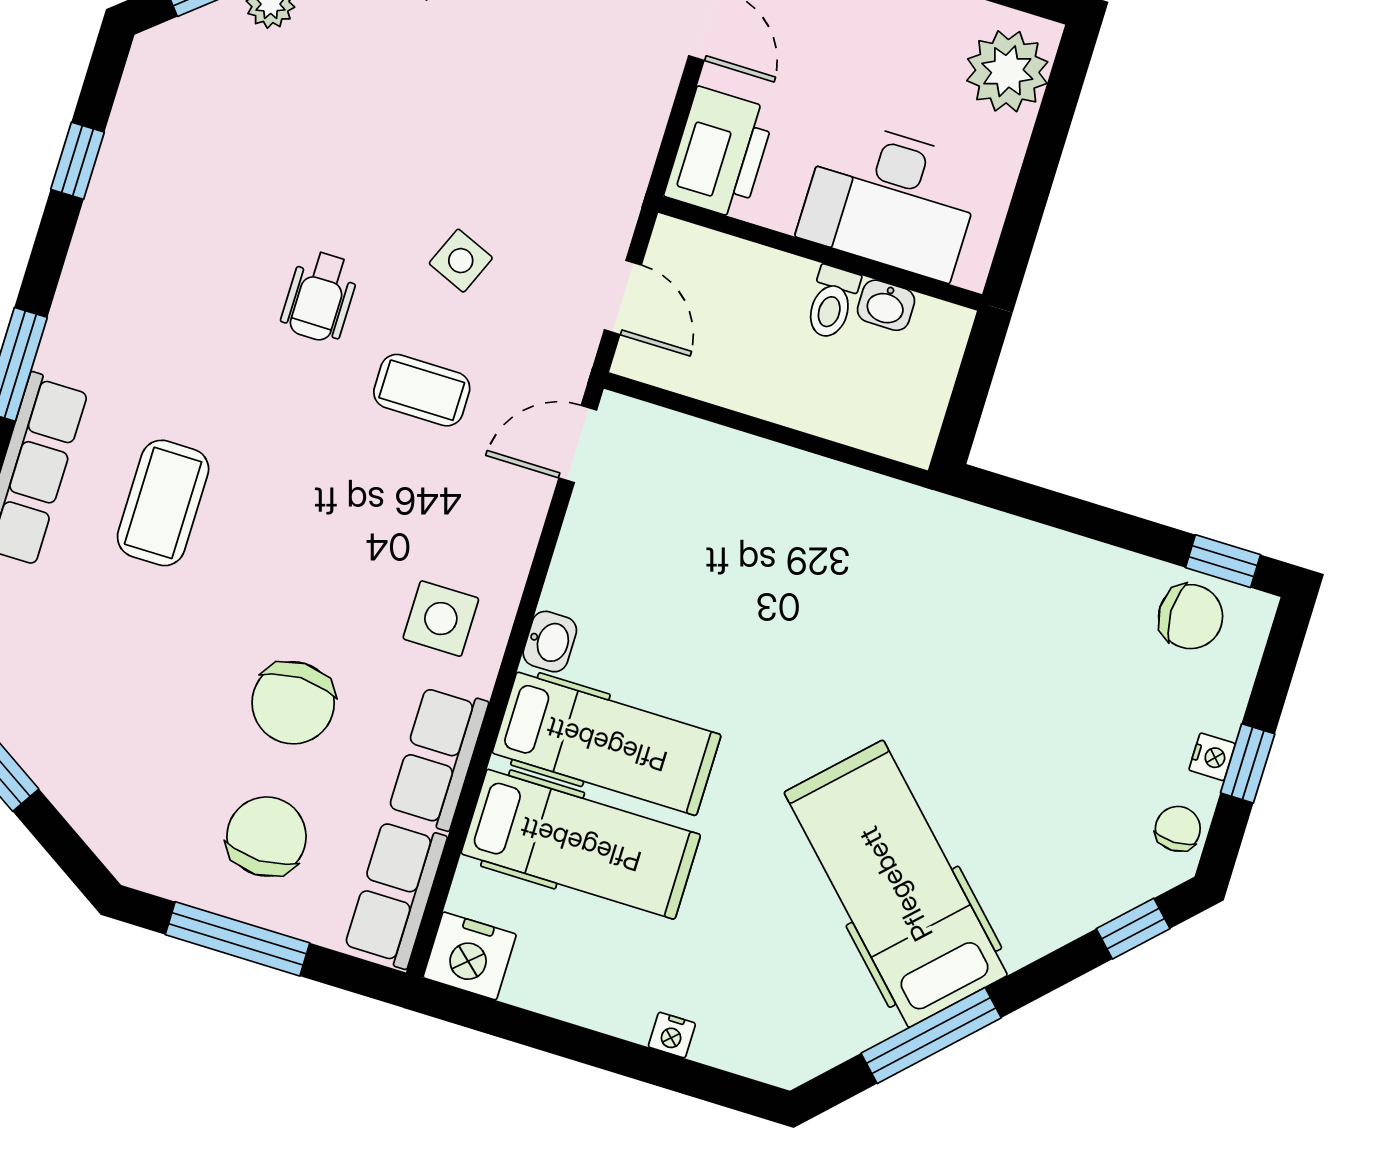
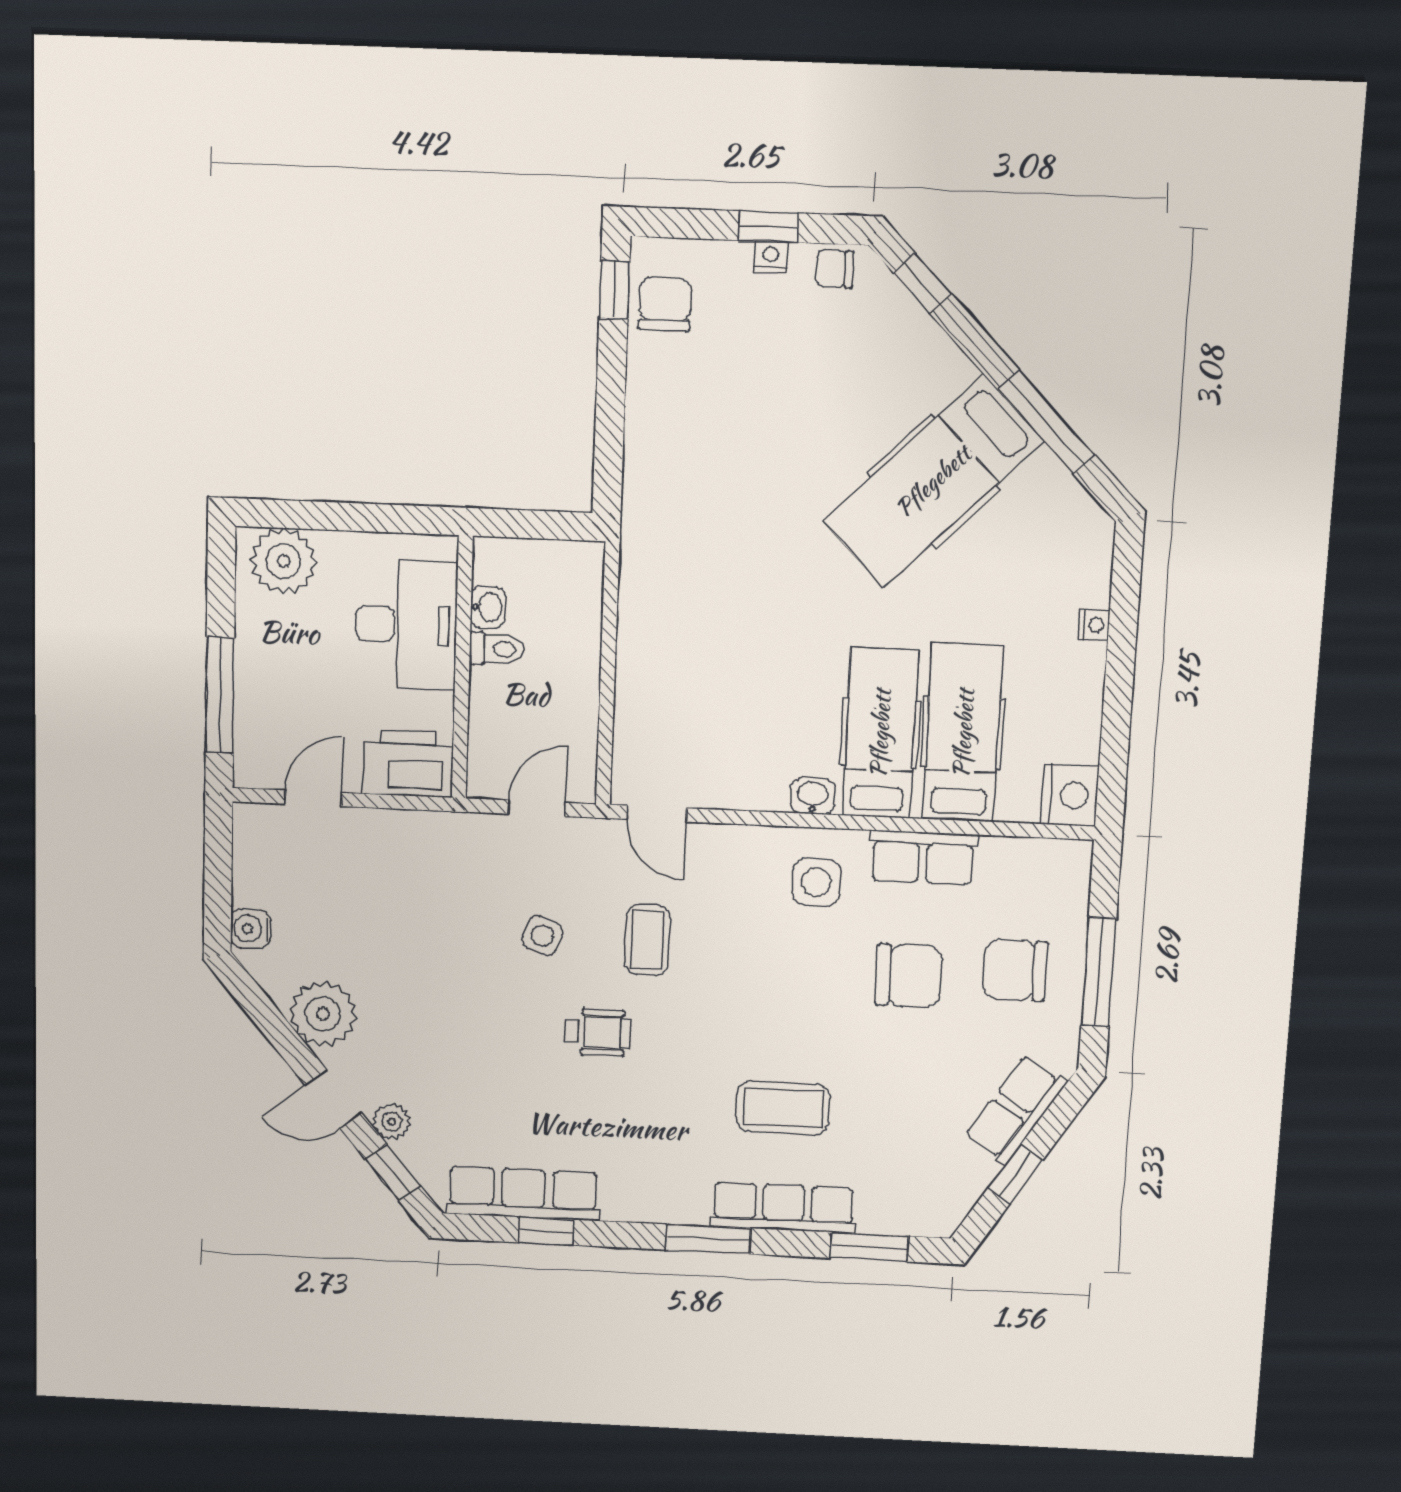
row of seats: (135, 145) -> (523, 1193), added
row of seats: (395, 893) -> (1016, 1109), moved, turned 122

